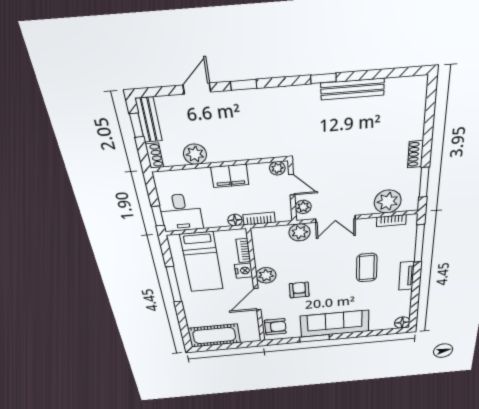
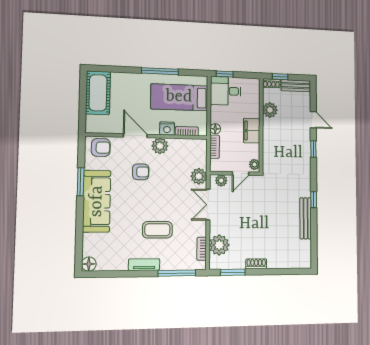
window: (137, 125) -> (280, 77), moved
armchair: (275, 327) -> (101, 148), turned -90

